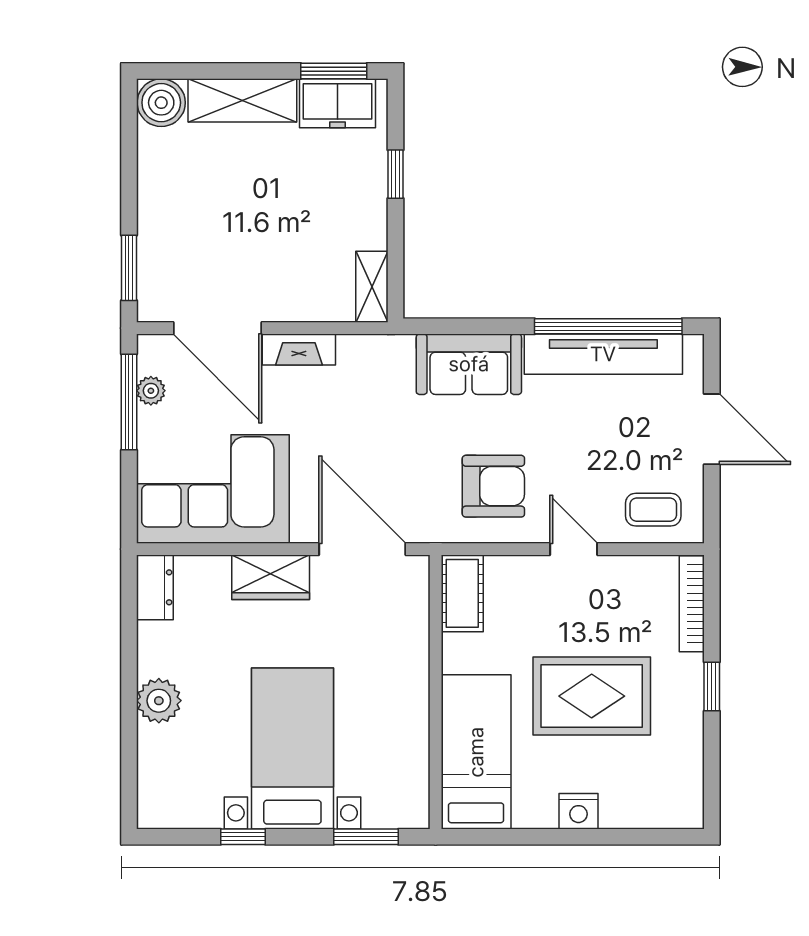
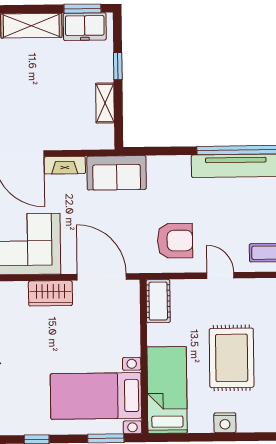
shelving: (372, 287) -> (105, 103), moved
sofa: (469, 364) -> (117, 173), moved
rug: (592, 696) -> (232, 358), turned 90
bed with nightstands: (292, 748) -> (96, 396), moved, turned -90

